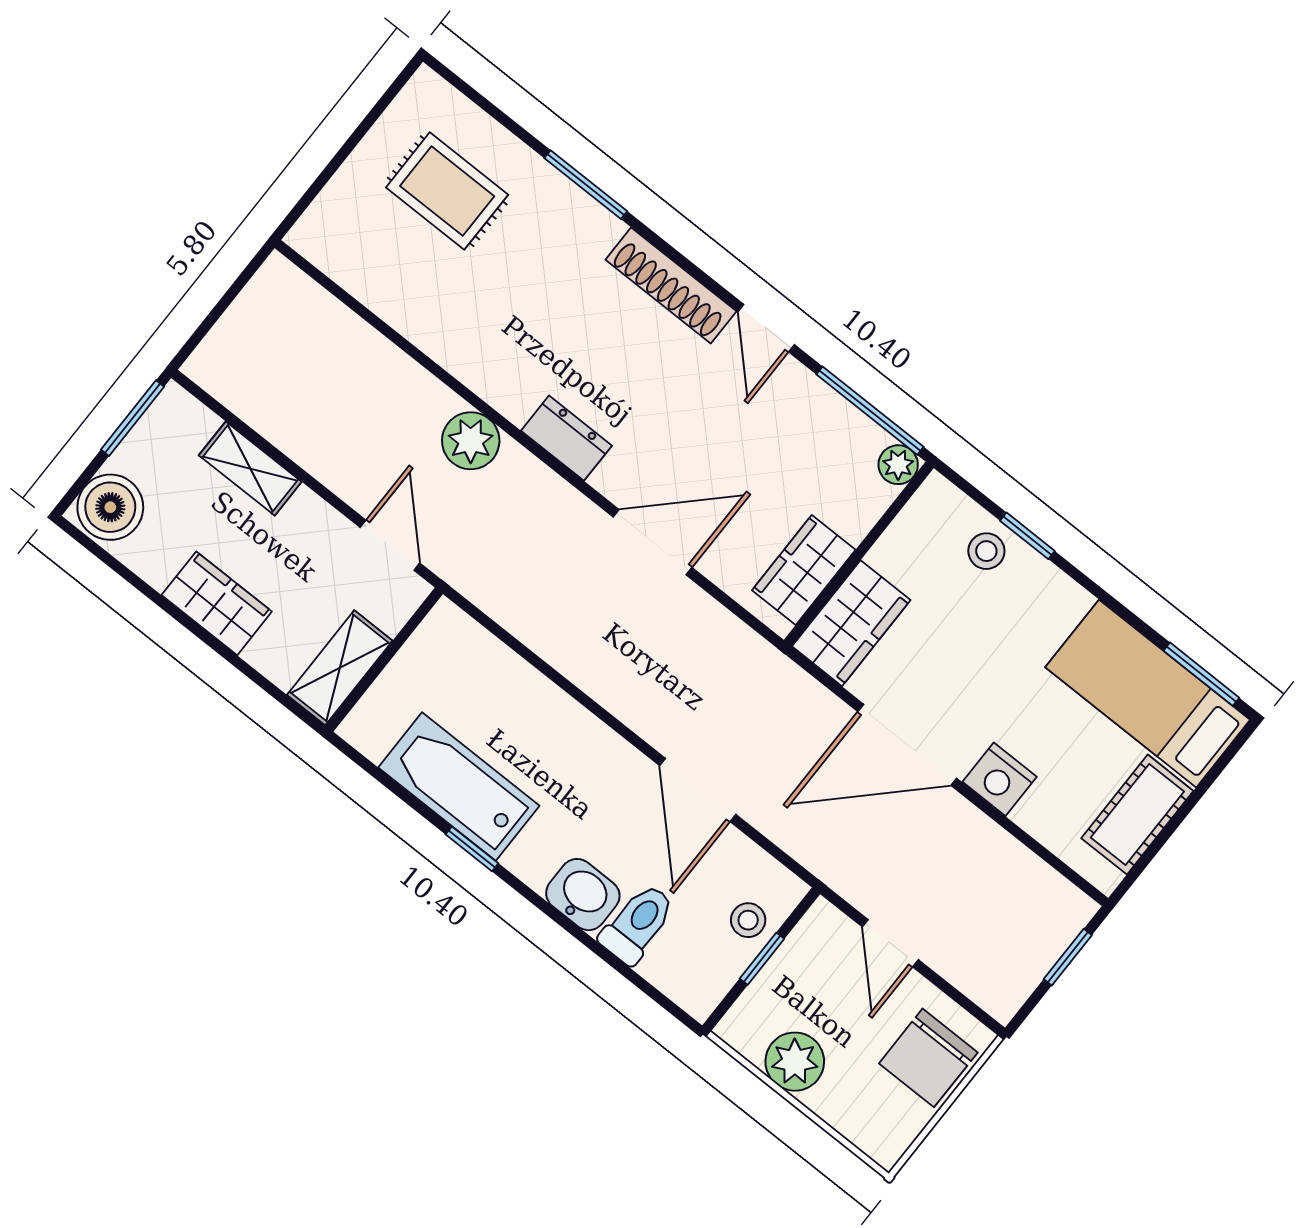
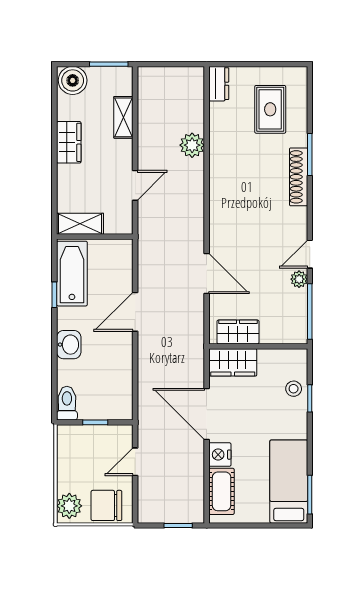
shoe rack: (671, 285) -> (299, 177), moved
dresser: (566, 438) -> (219, 84), moved
plant: (471, 441) -> (192, 145), moved
plant: (898, 465) -> (299, 279), moved
wall: (384, 660) -> (95, 237), moved
shelving: (340, 668) -> (80, 224), moved
door: (698, 790) -> (135, 312), moved
cot: (1137, 815) -> (222, 491), moved, turned 90
stool: (748, 920) -> (105, 407), removed
toilet: (638, 924) -> (67, 403), moved, turned -90
plant: (795, 1062) -> (69, 506), moved

